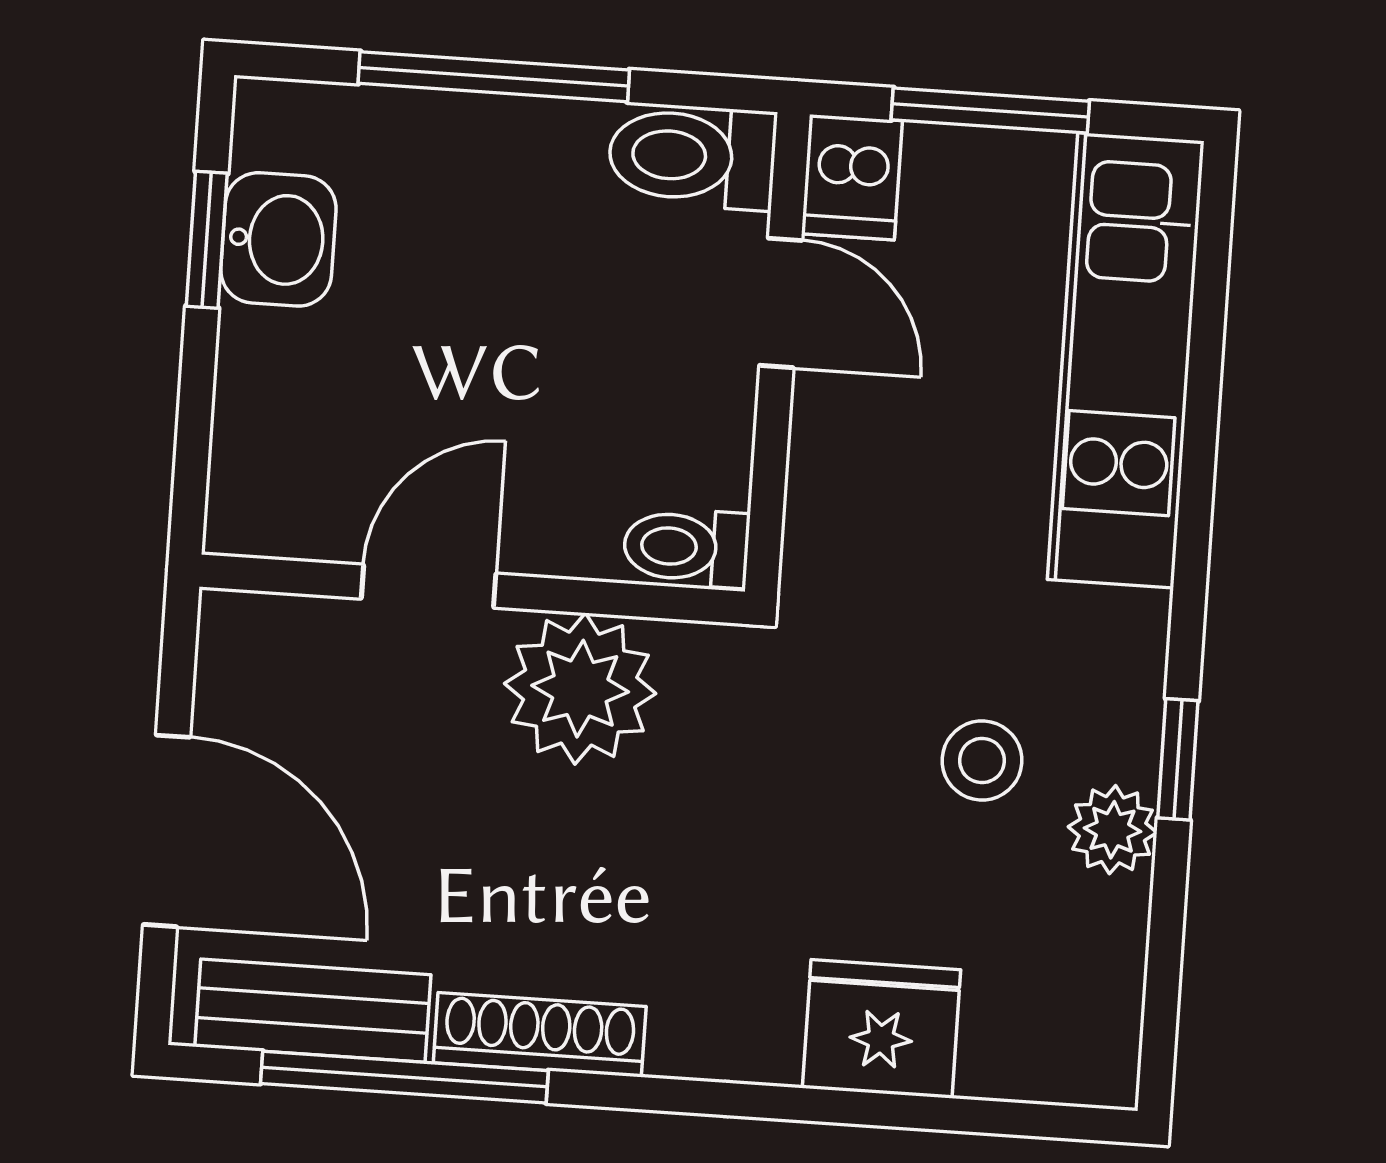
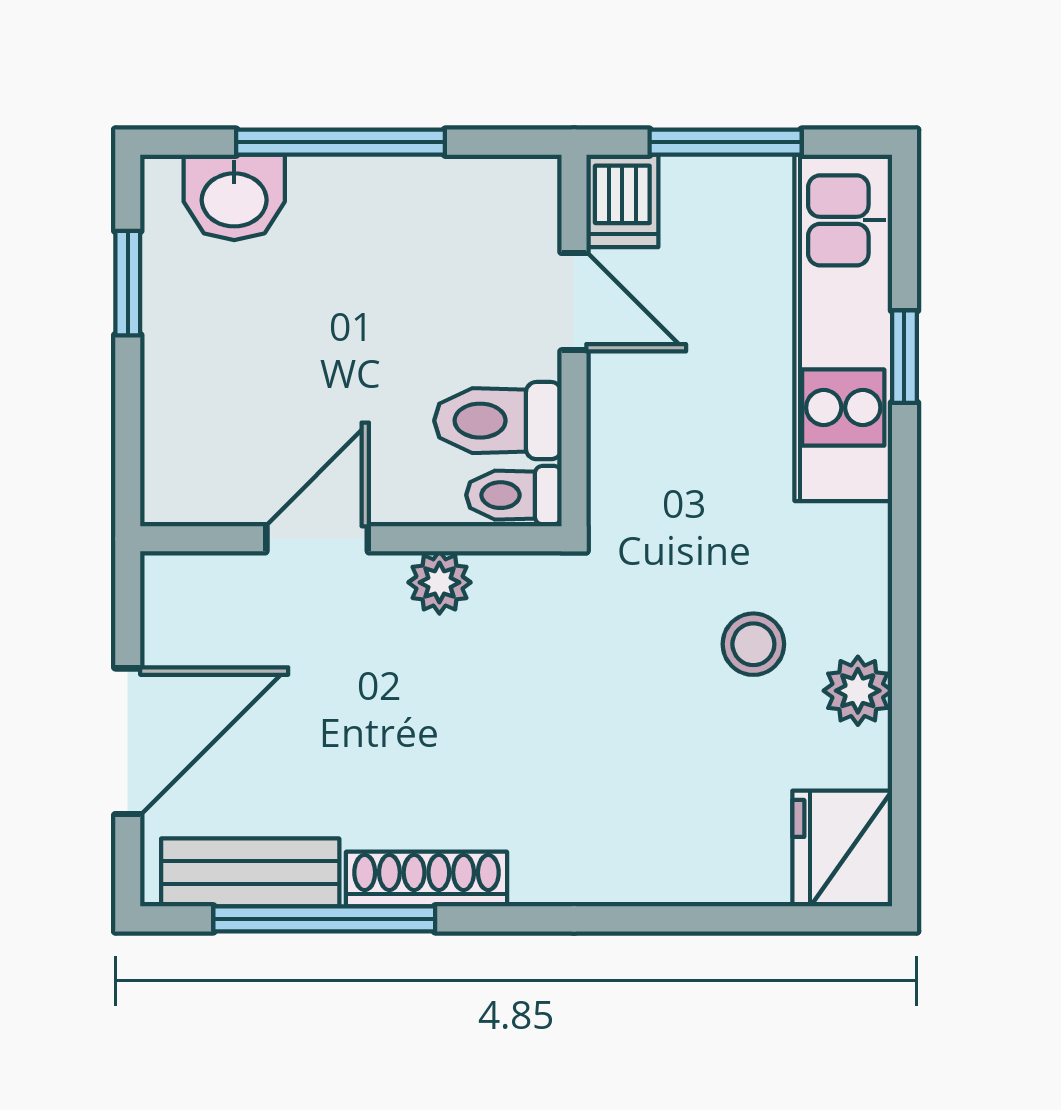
toilet: (692, 156) -> (498, 421), moved
washbasin: (278, 239) -> (234, 197), moved, turned 90
plant: (580, 689) -> (439, 582), width x0.53, depth x0.53
window: (1178, 759) -> (904, 357), moved
door: (167, 831) -> (128, 741), hinge flipped
fridge: (882, 1029) -> (842, 849), moved, turned -90

